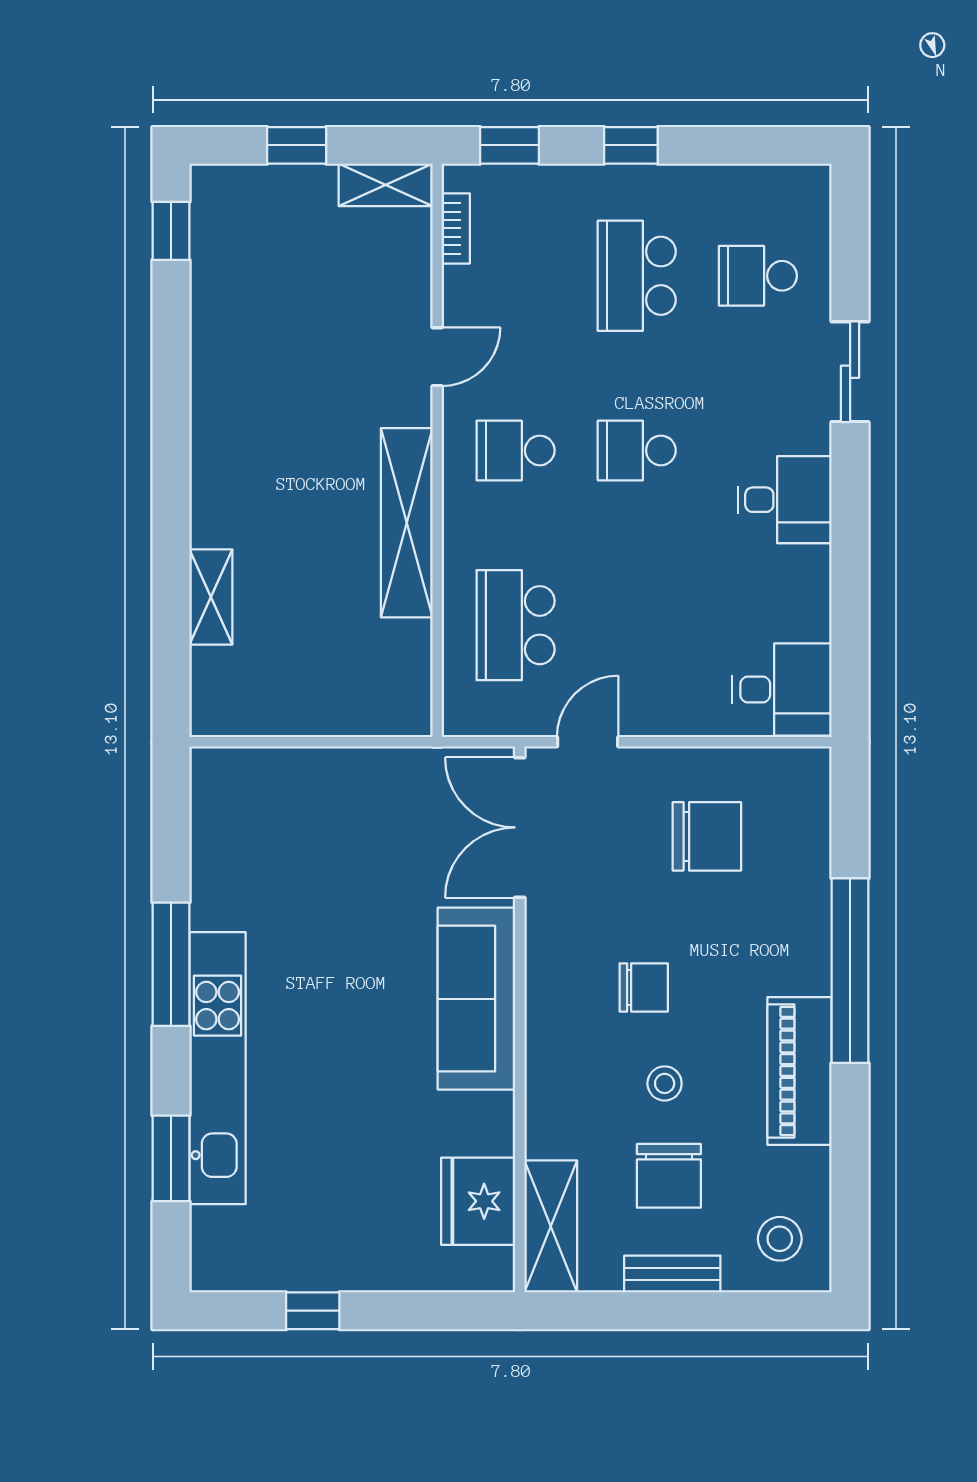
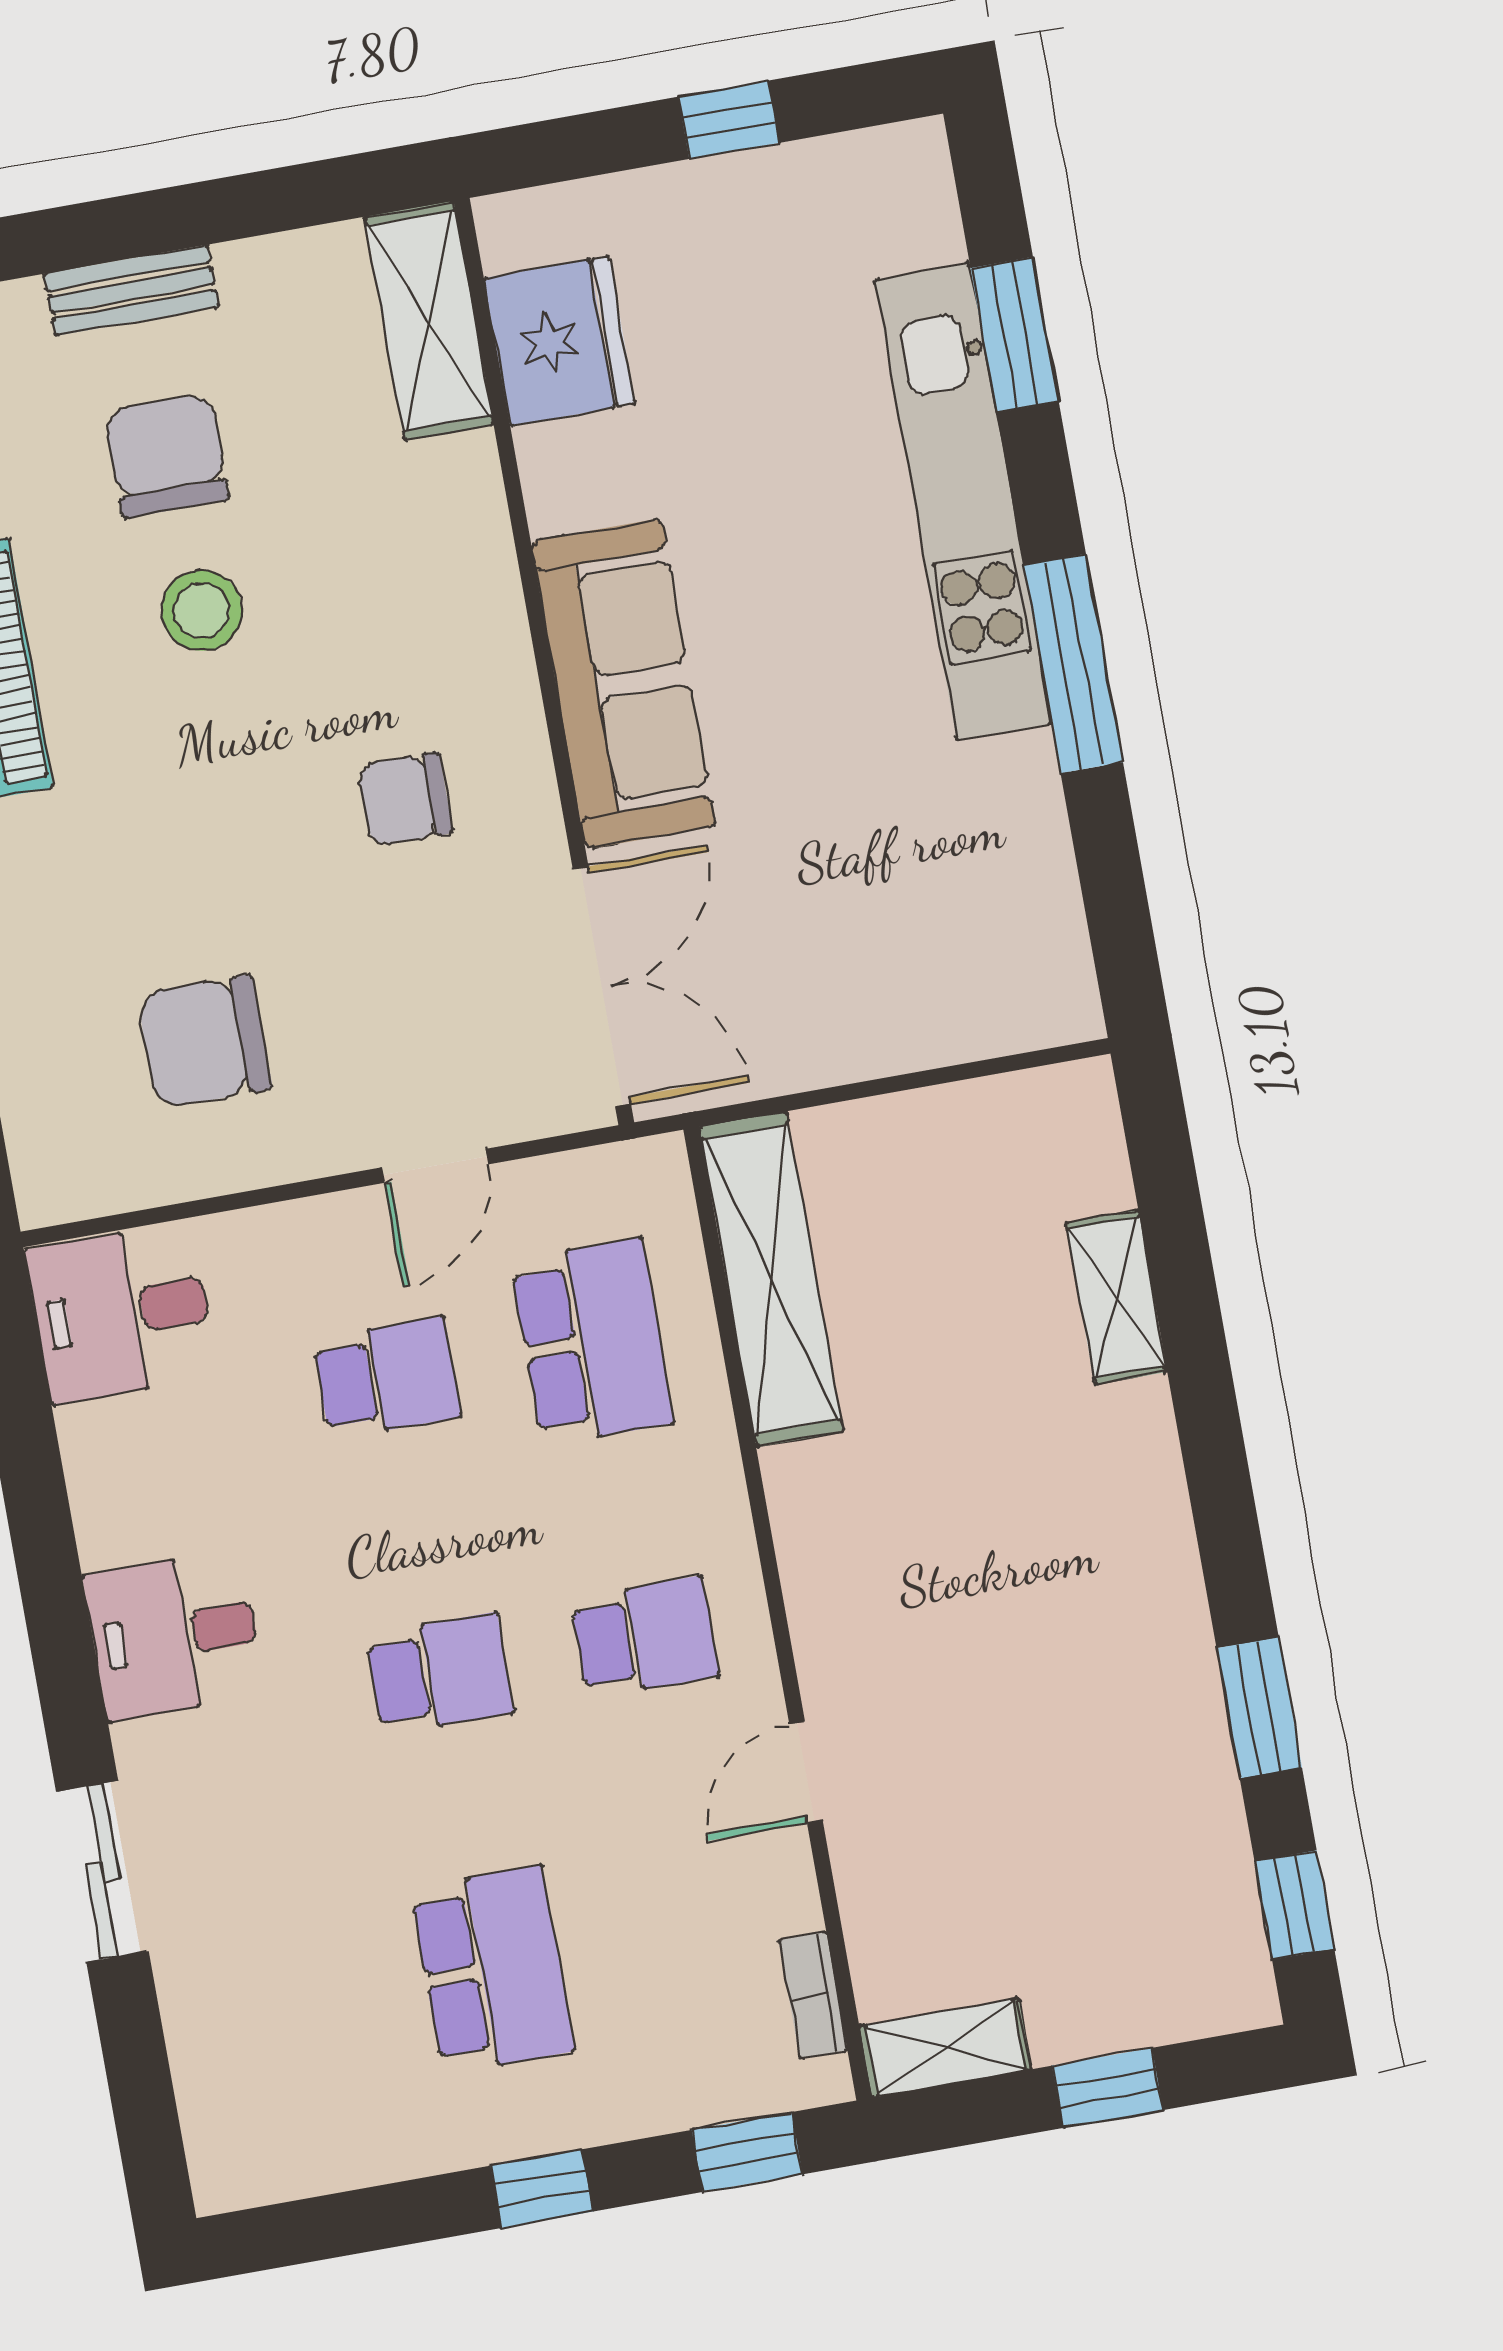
school desk: (758, 276) -> (387, 1378), moved
window: (171, 347) -> (1259, 1708), added
shelving: (407, 523) -> (771, 1279), moved
double door: (520, 827) -> (602, 986), moved
chair: (644, 987) -> (405, 799), moved
sofa: (476, 999) -> (624, 684), moved
wall: (520, 1019) -> (544, 662), moved
stool: (665, 1083) -> (202, 611), width x1.37, depth x1.37
fridge: (478, 1201) -> (560, 341), moved
shelving: (551, 1226) -> (429, 320), moved

